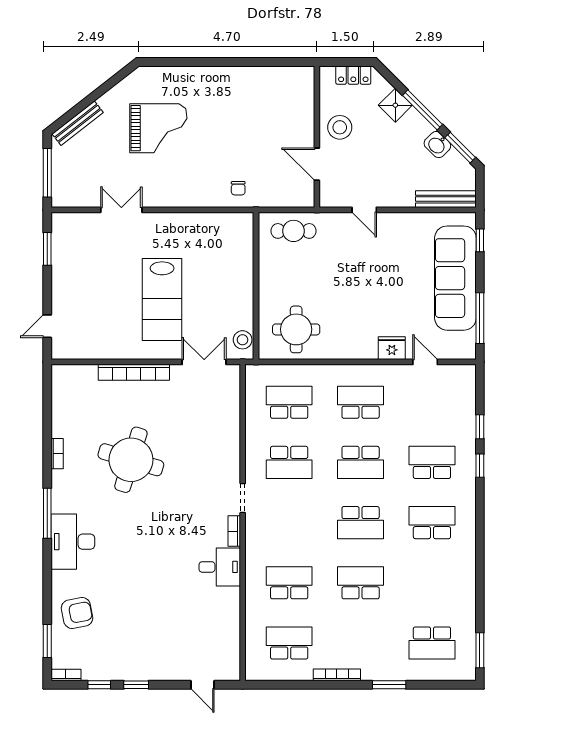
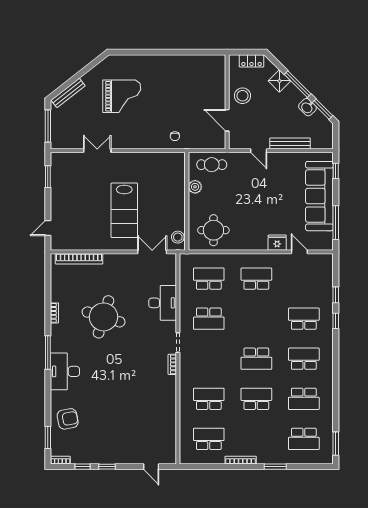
bench: (446, 199) -> (290, 143), moved
plant: (268, 264) -> (195, 187), added
bookcase: (134, 372) -> (79, 259), moved
school desk: (361, 462) -> (304, 399), moved
desk: (220, 567) -> (163, 303), moved, width x1.37

